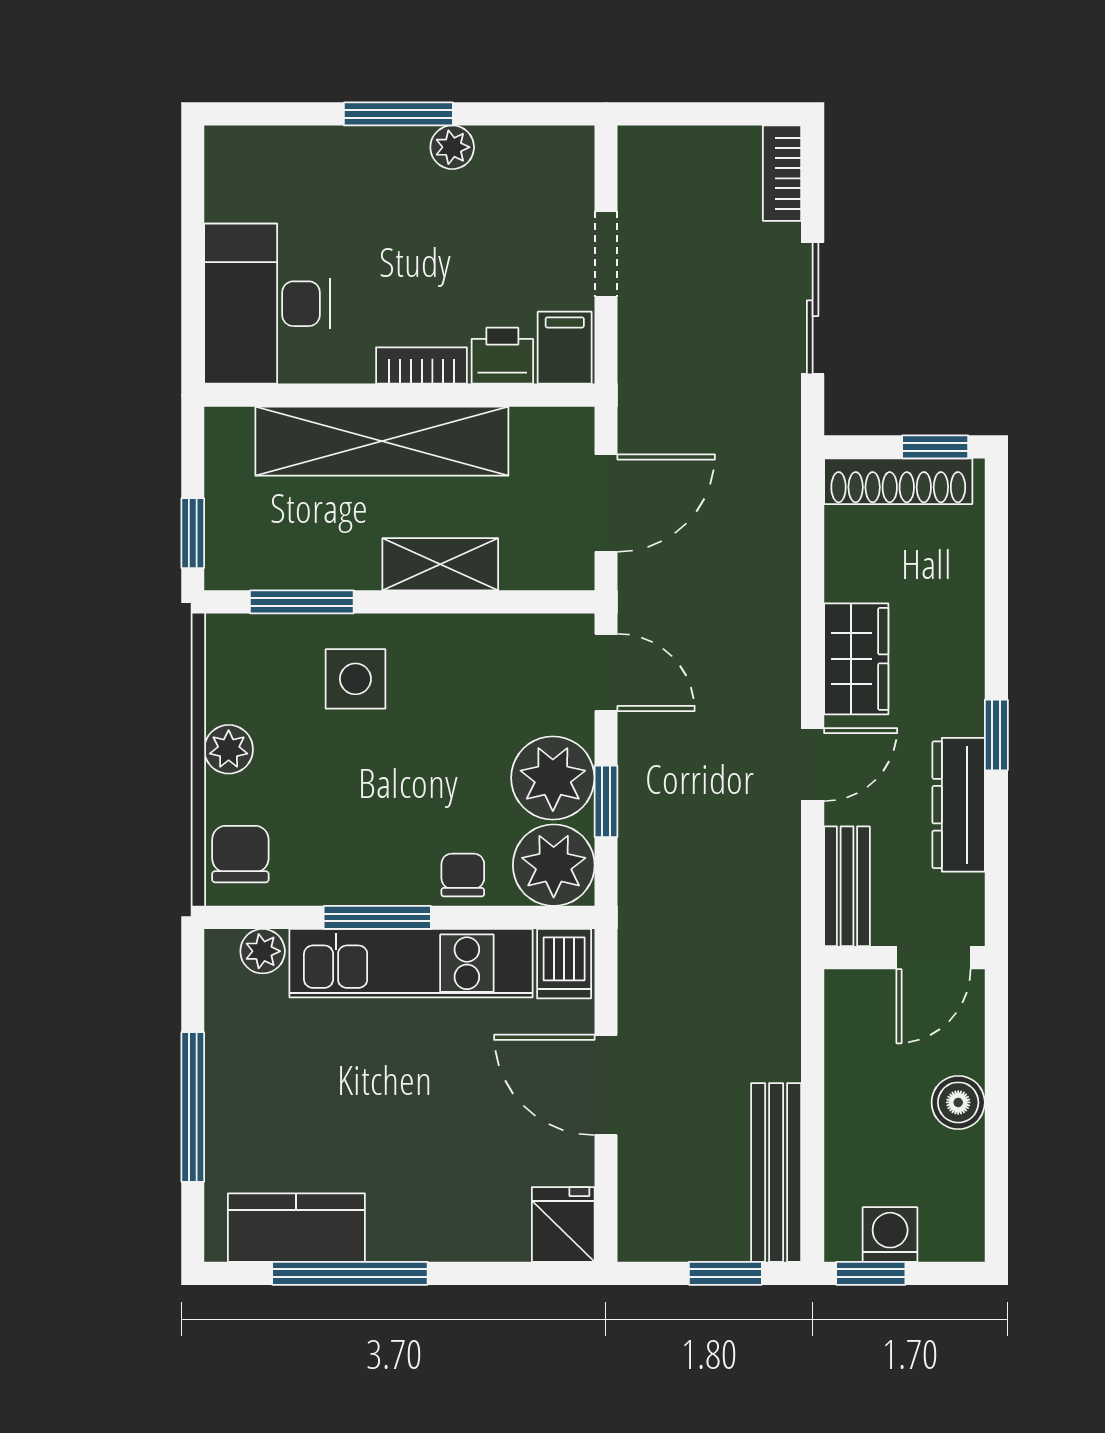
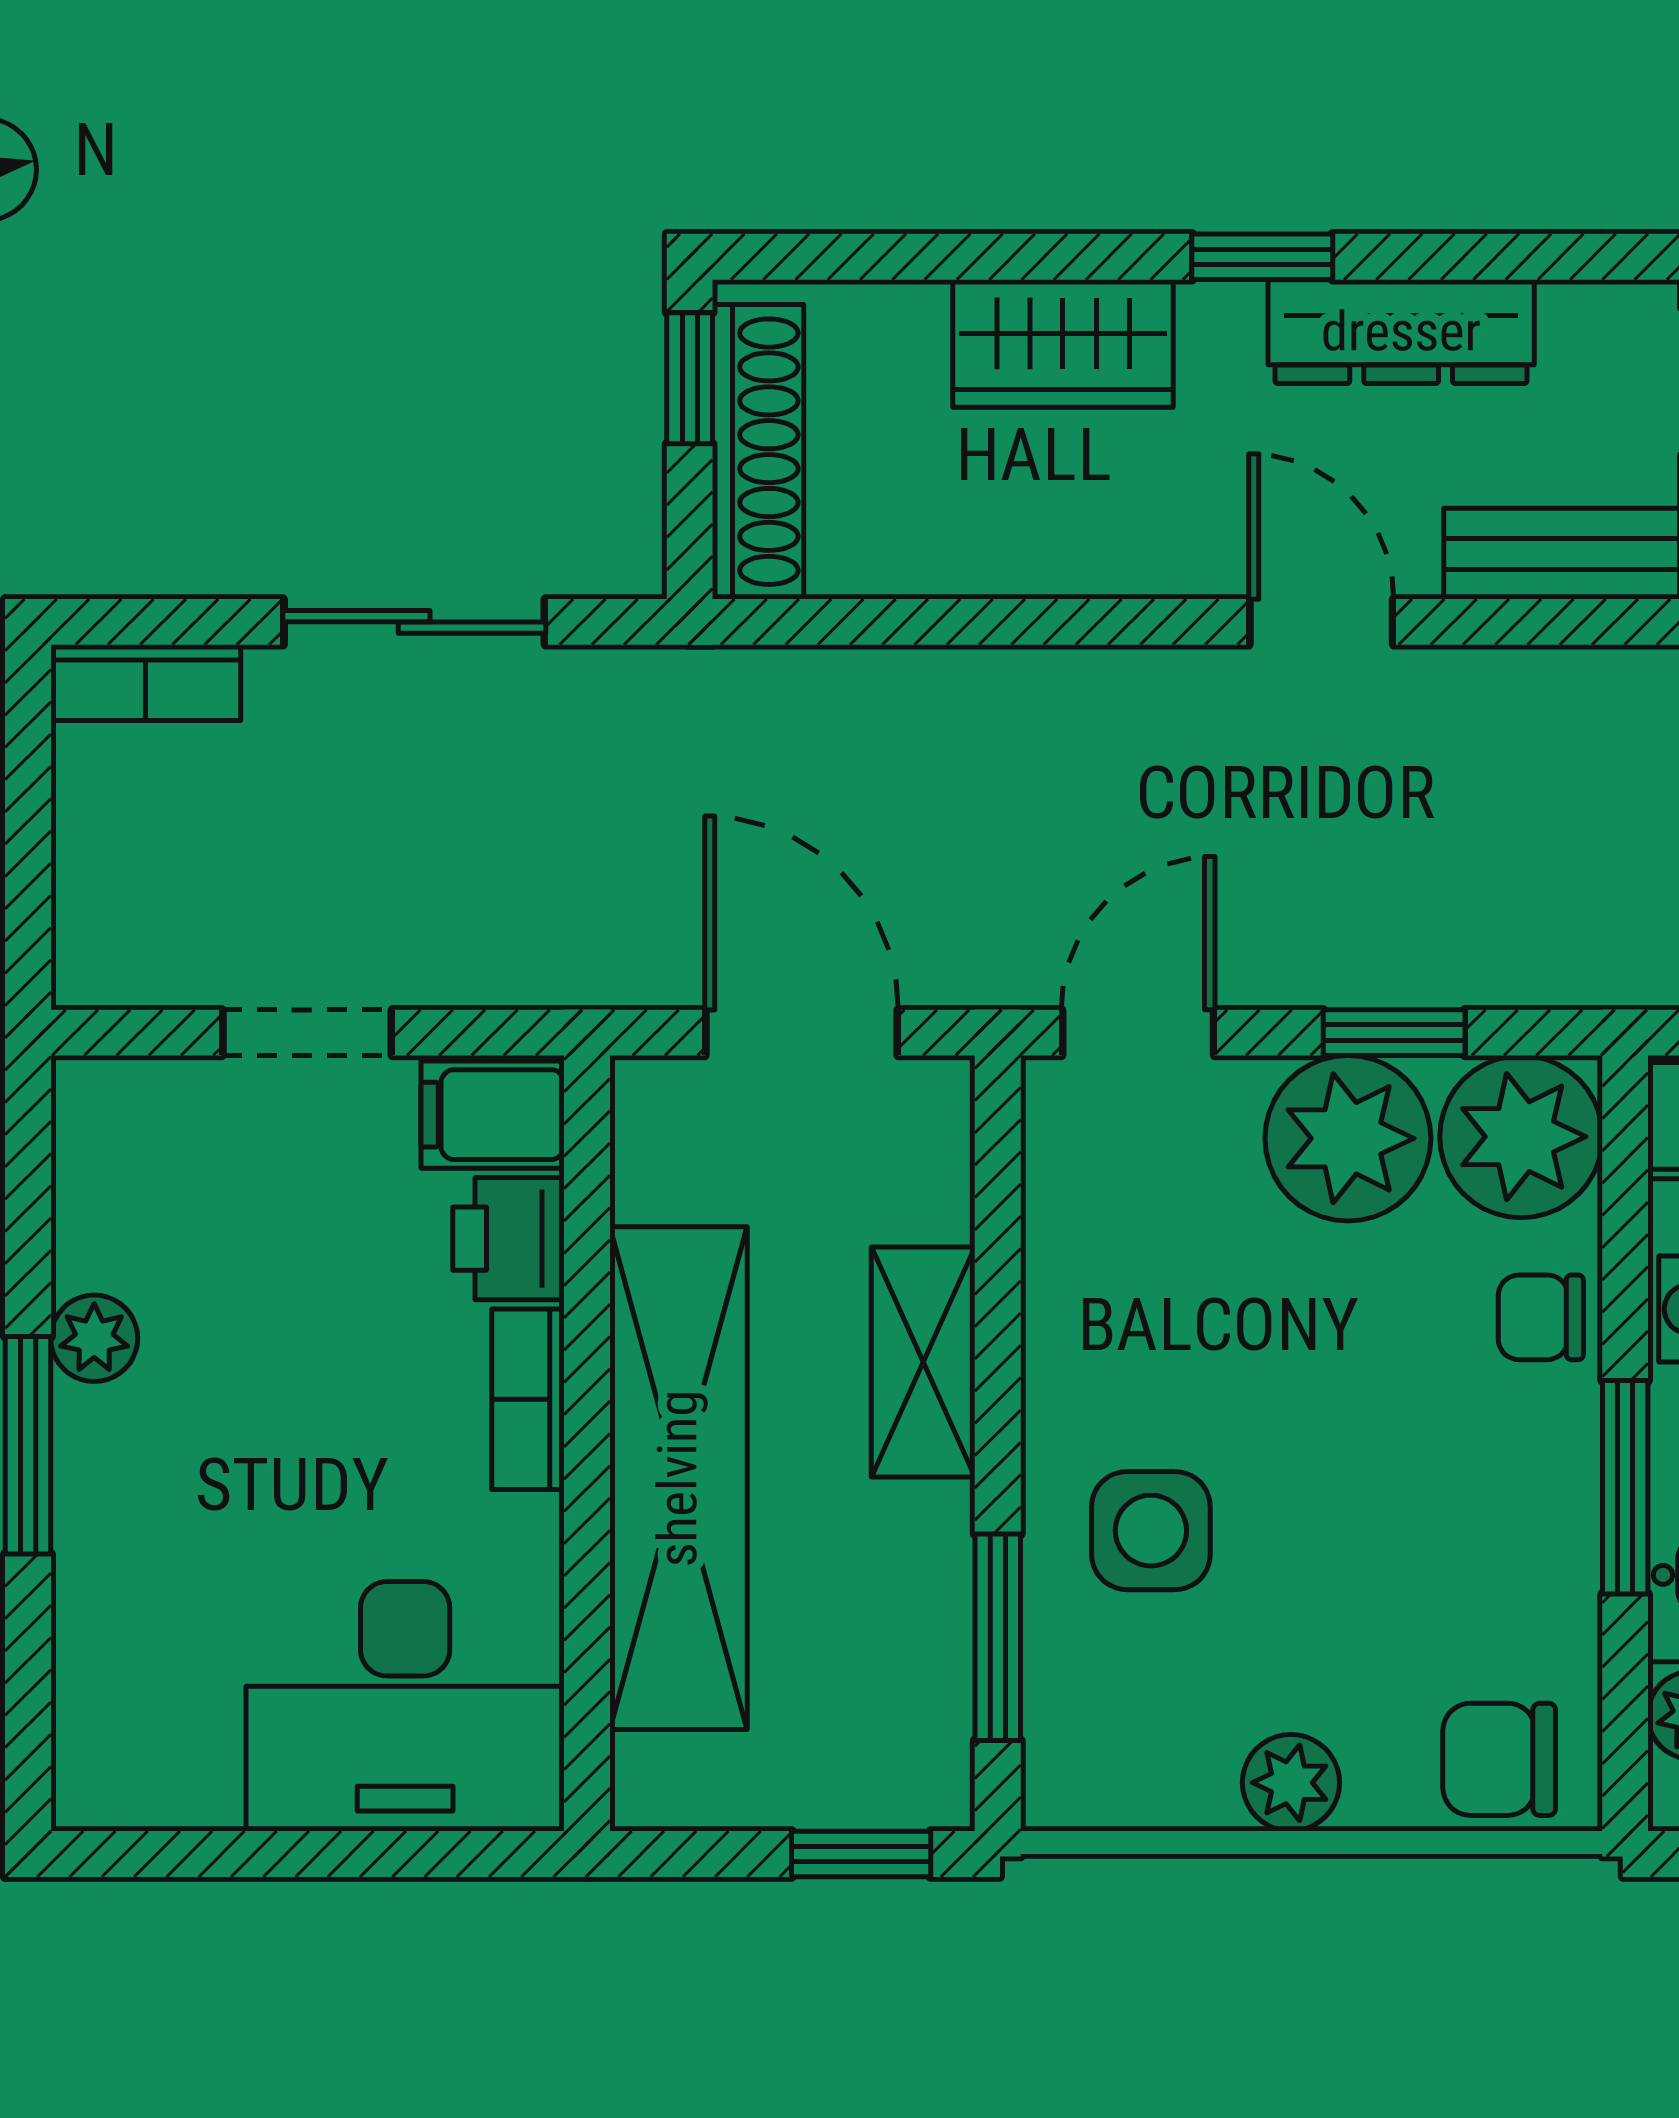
wardrobe: (856, 659) -> (1063, 344), moved, turned 180

